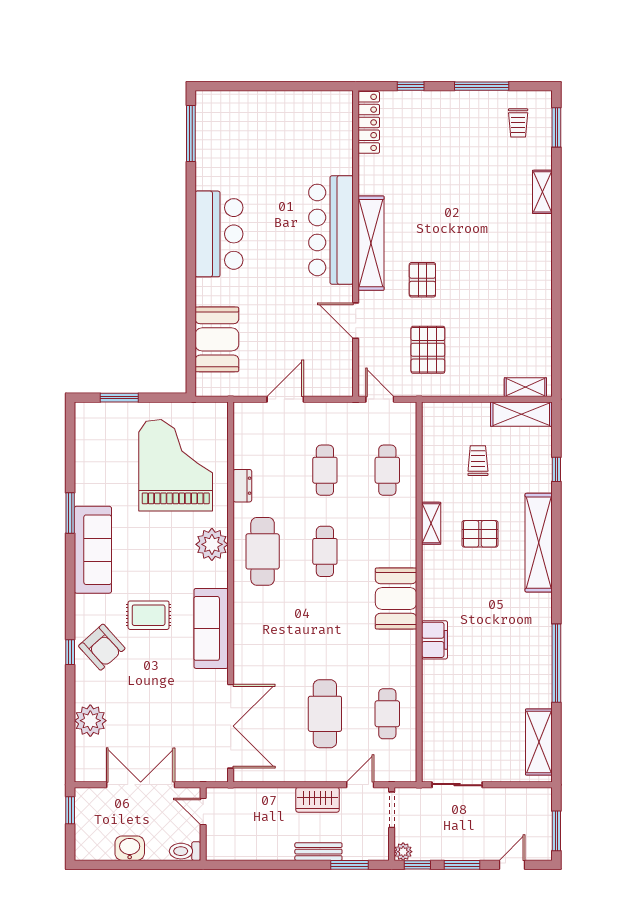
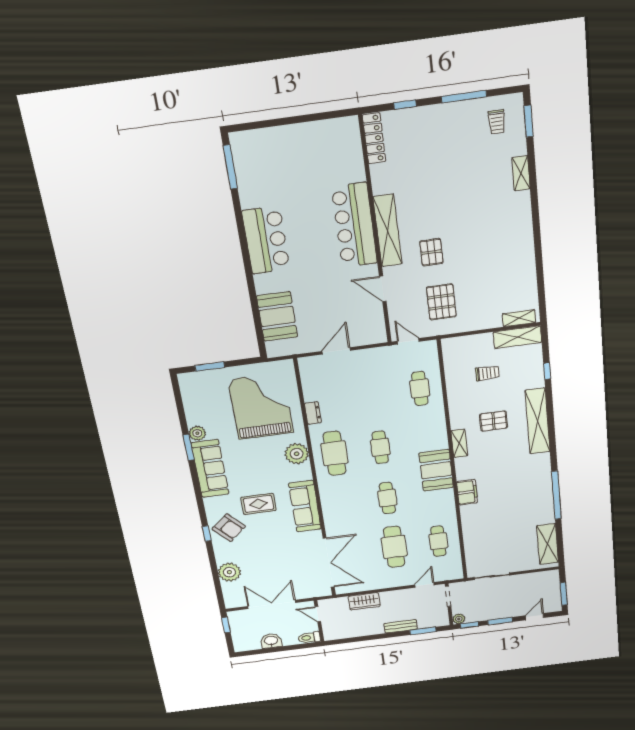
trolley: (478, 461) -> (487, 373), turned 90
cafe table: (325, 470) -> (387, 498), moved
plant: (86, 493) -> (197, 433), added
shelving: (431, 523) -> (459, 443), moved
wardrobe: (318, 800) -> (364, 601), moved

